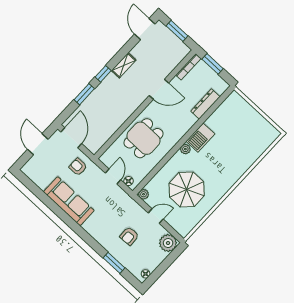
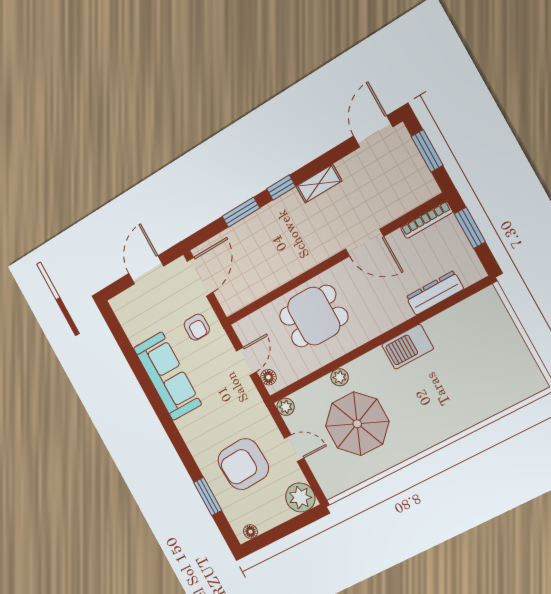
plant: (185, 149) -> (340, 377), moved
armchair: (78, 167) -> (197, 327), turned 180
armchair: (129, 236) -> (243, 464), width x1.88, depth x1.88

